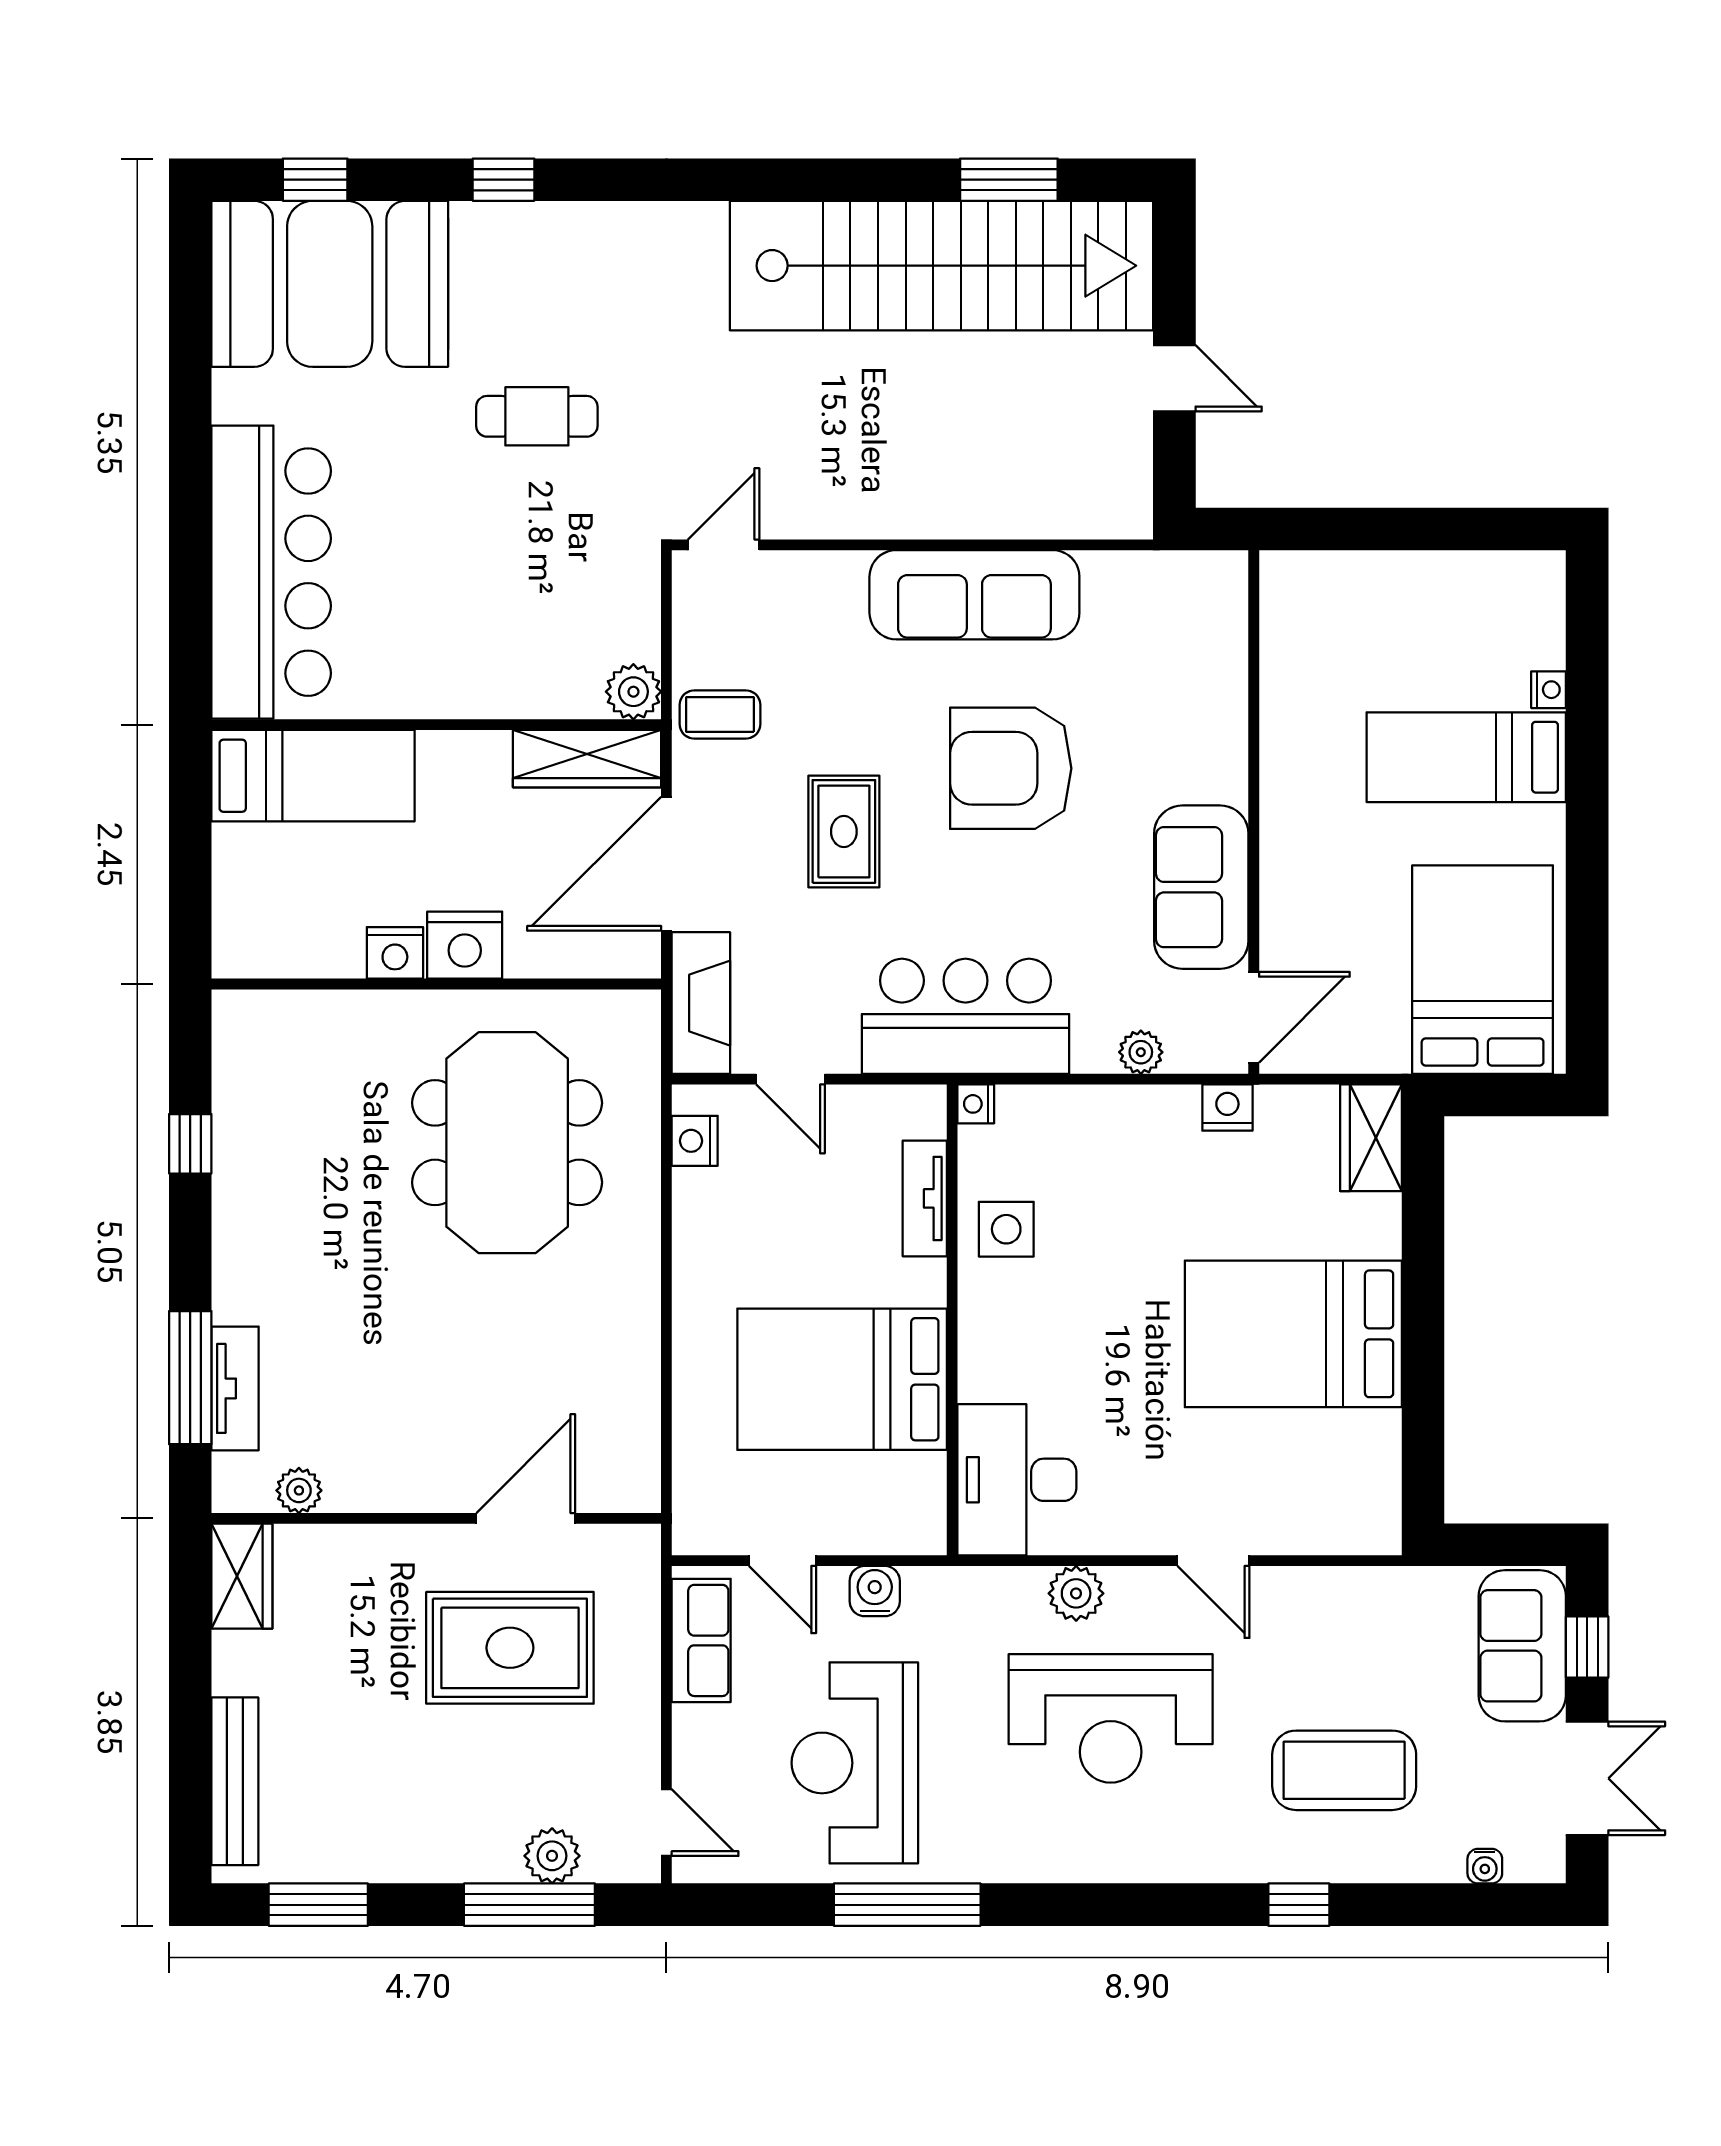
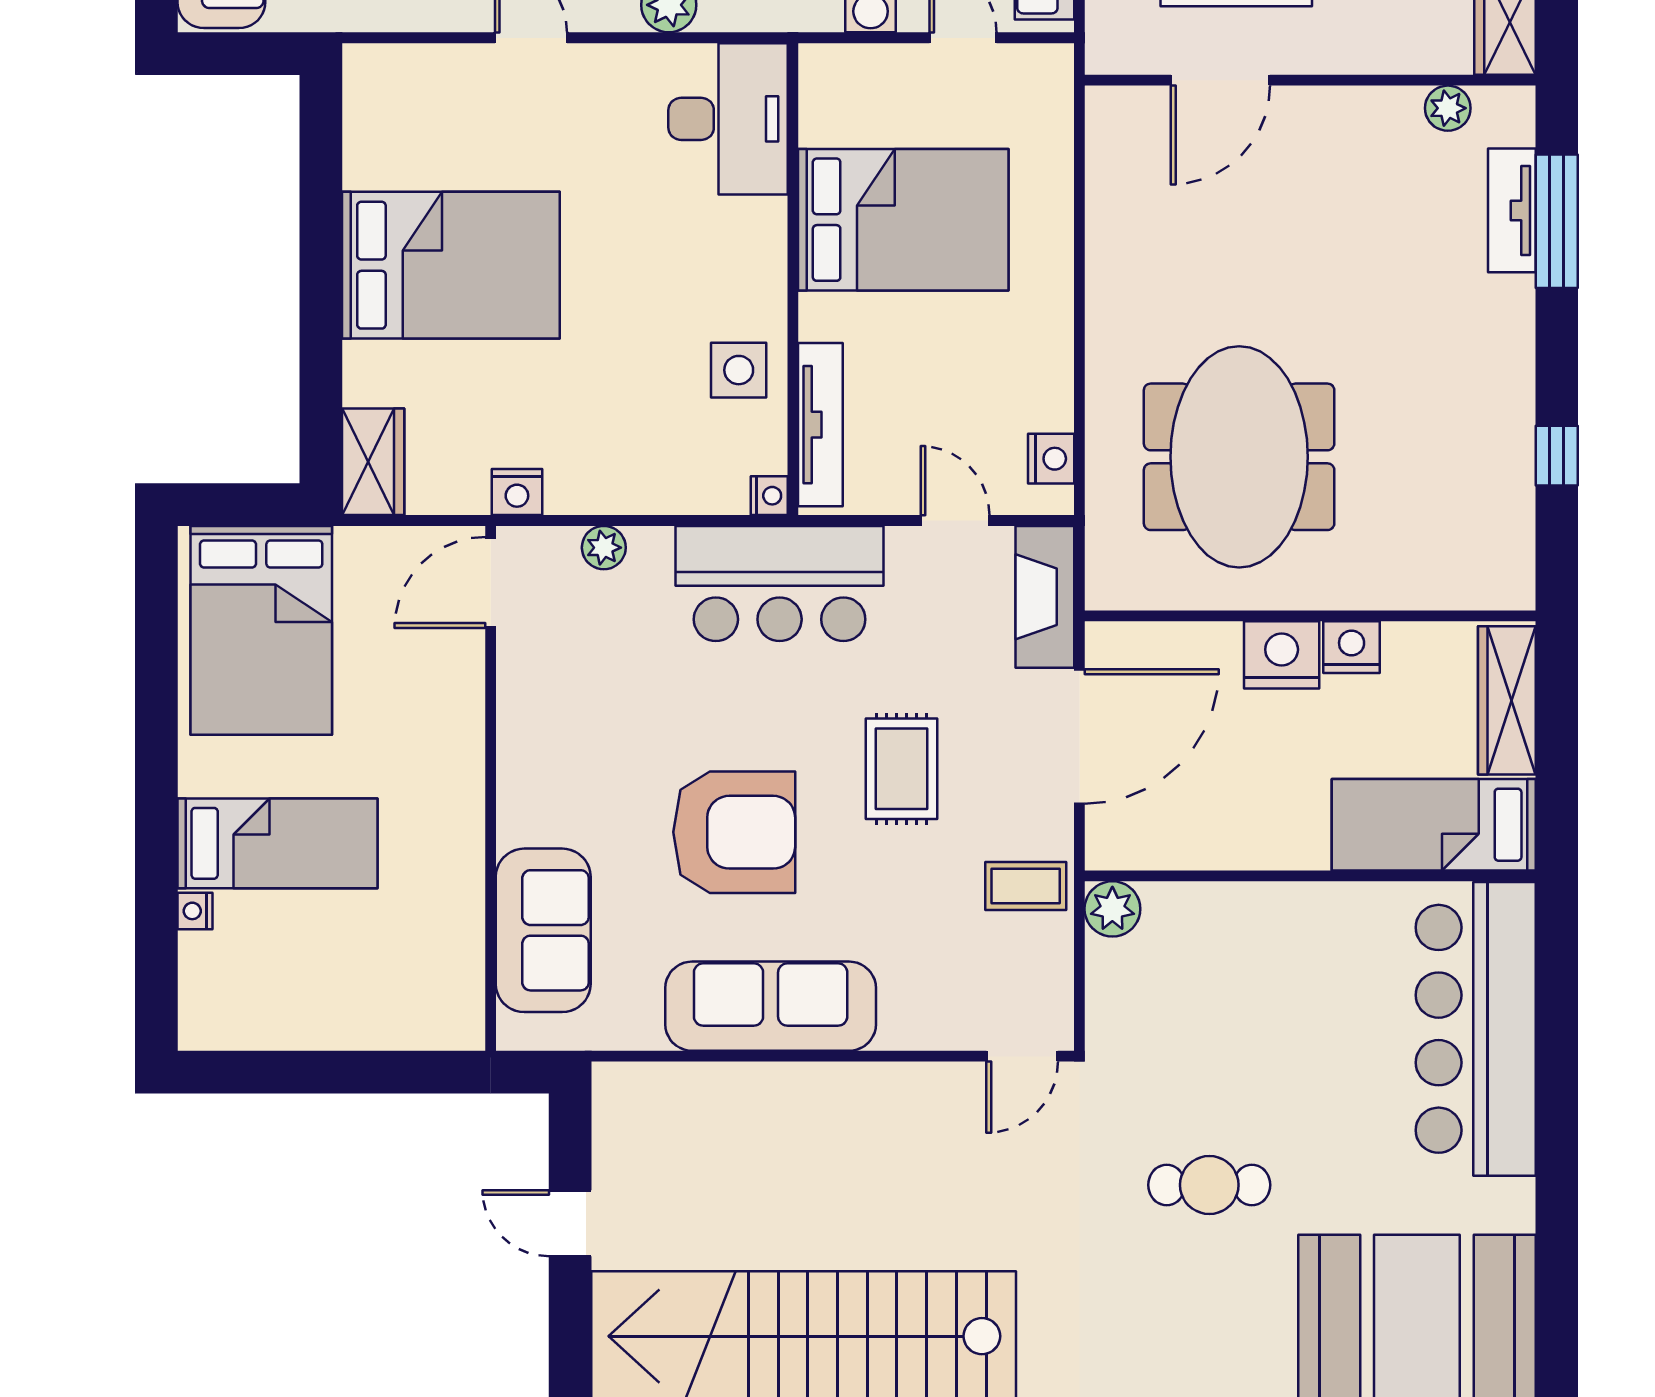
wardrobe: (587, 759) -> (1507, 700), moved, turned -90
sofa: (1201, 887) -> (543, 930), moved
tv unit: (925, 1198) -> (820, 425), width x1.41

